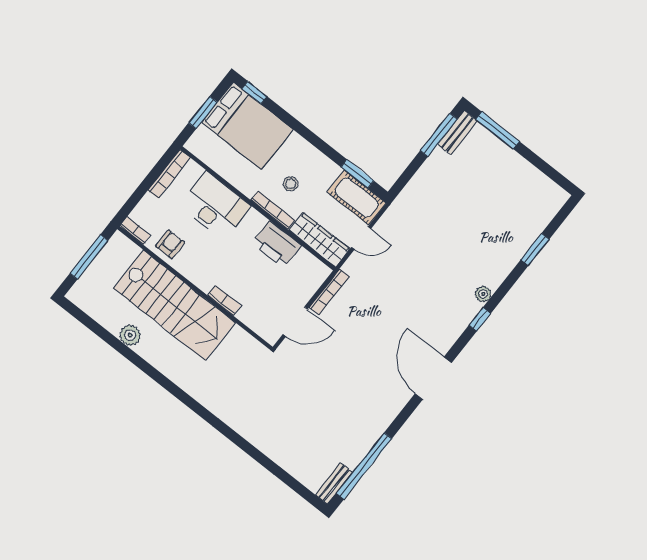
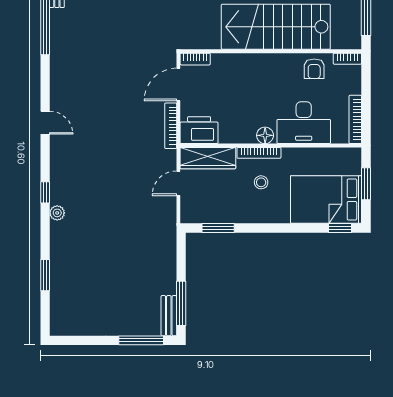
cot: (357, 198) -> (205, 210), removed
floor lamp: (256, 221) -> (265, 135), added
printer: (277, 244) -> (199, 130), moved
bookcase: (224, 300) -> (195, 59), moved
door: (433, 378) -> (45, 123), width x0.53

